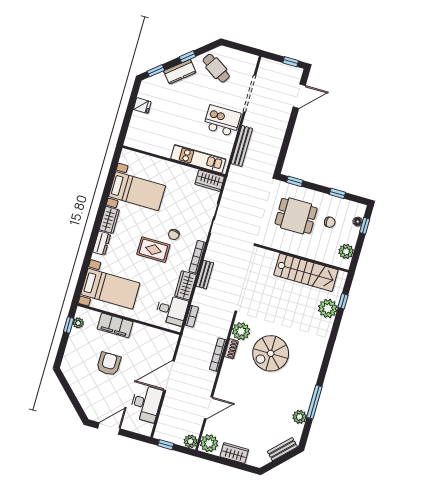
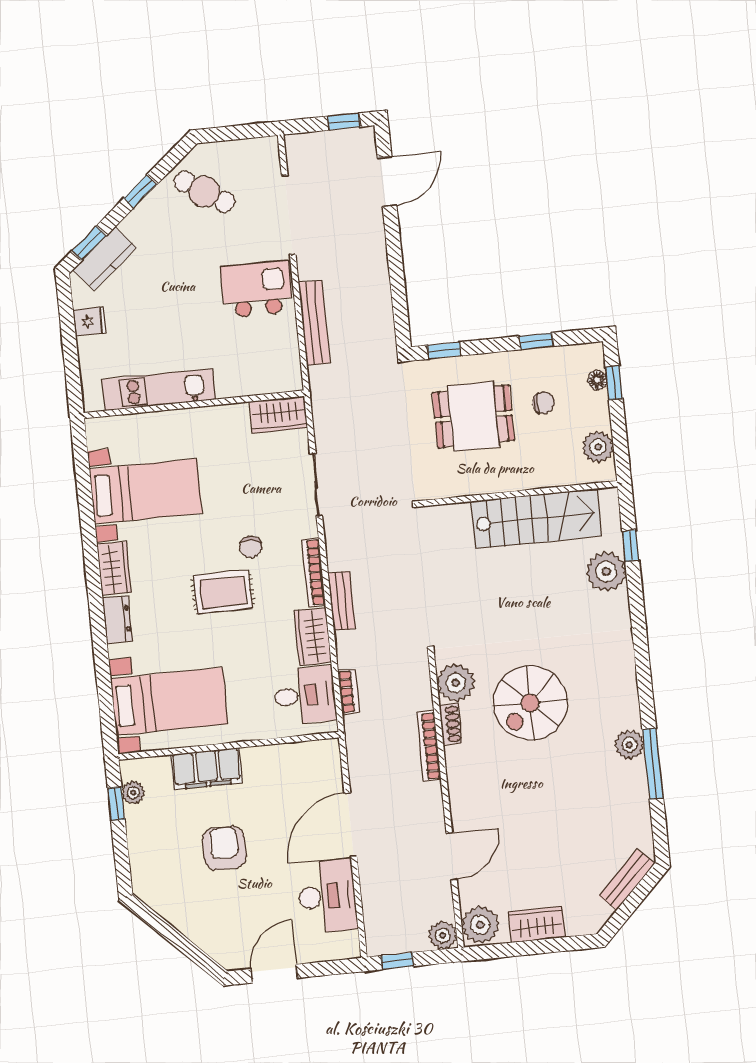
kitchen counter: (180, 72) -> (105, 259), moved
kitchen unit: (198, 159) -> (159, 390), moved
plant: (300, 417) -> (629, 745), moved

